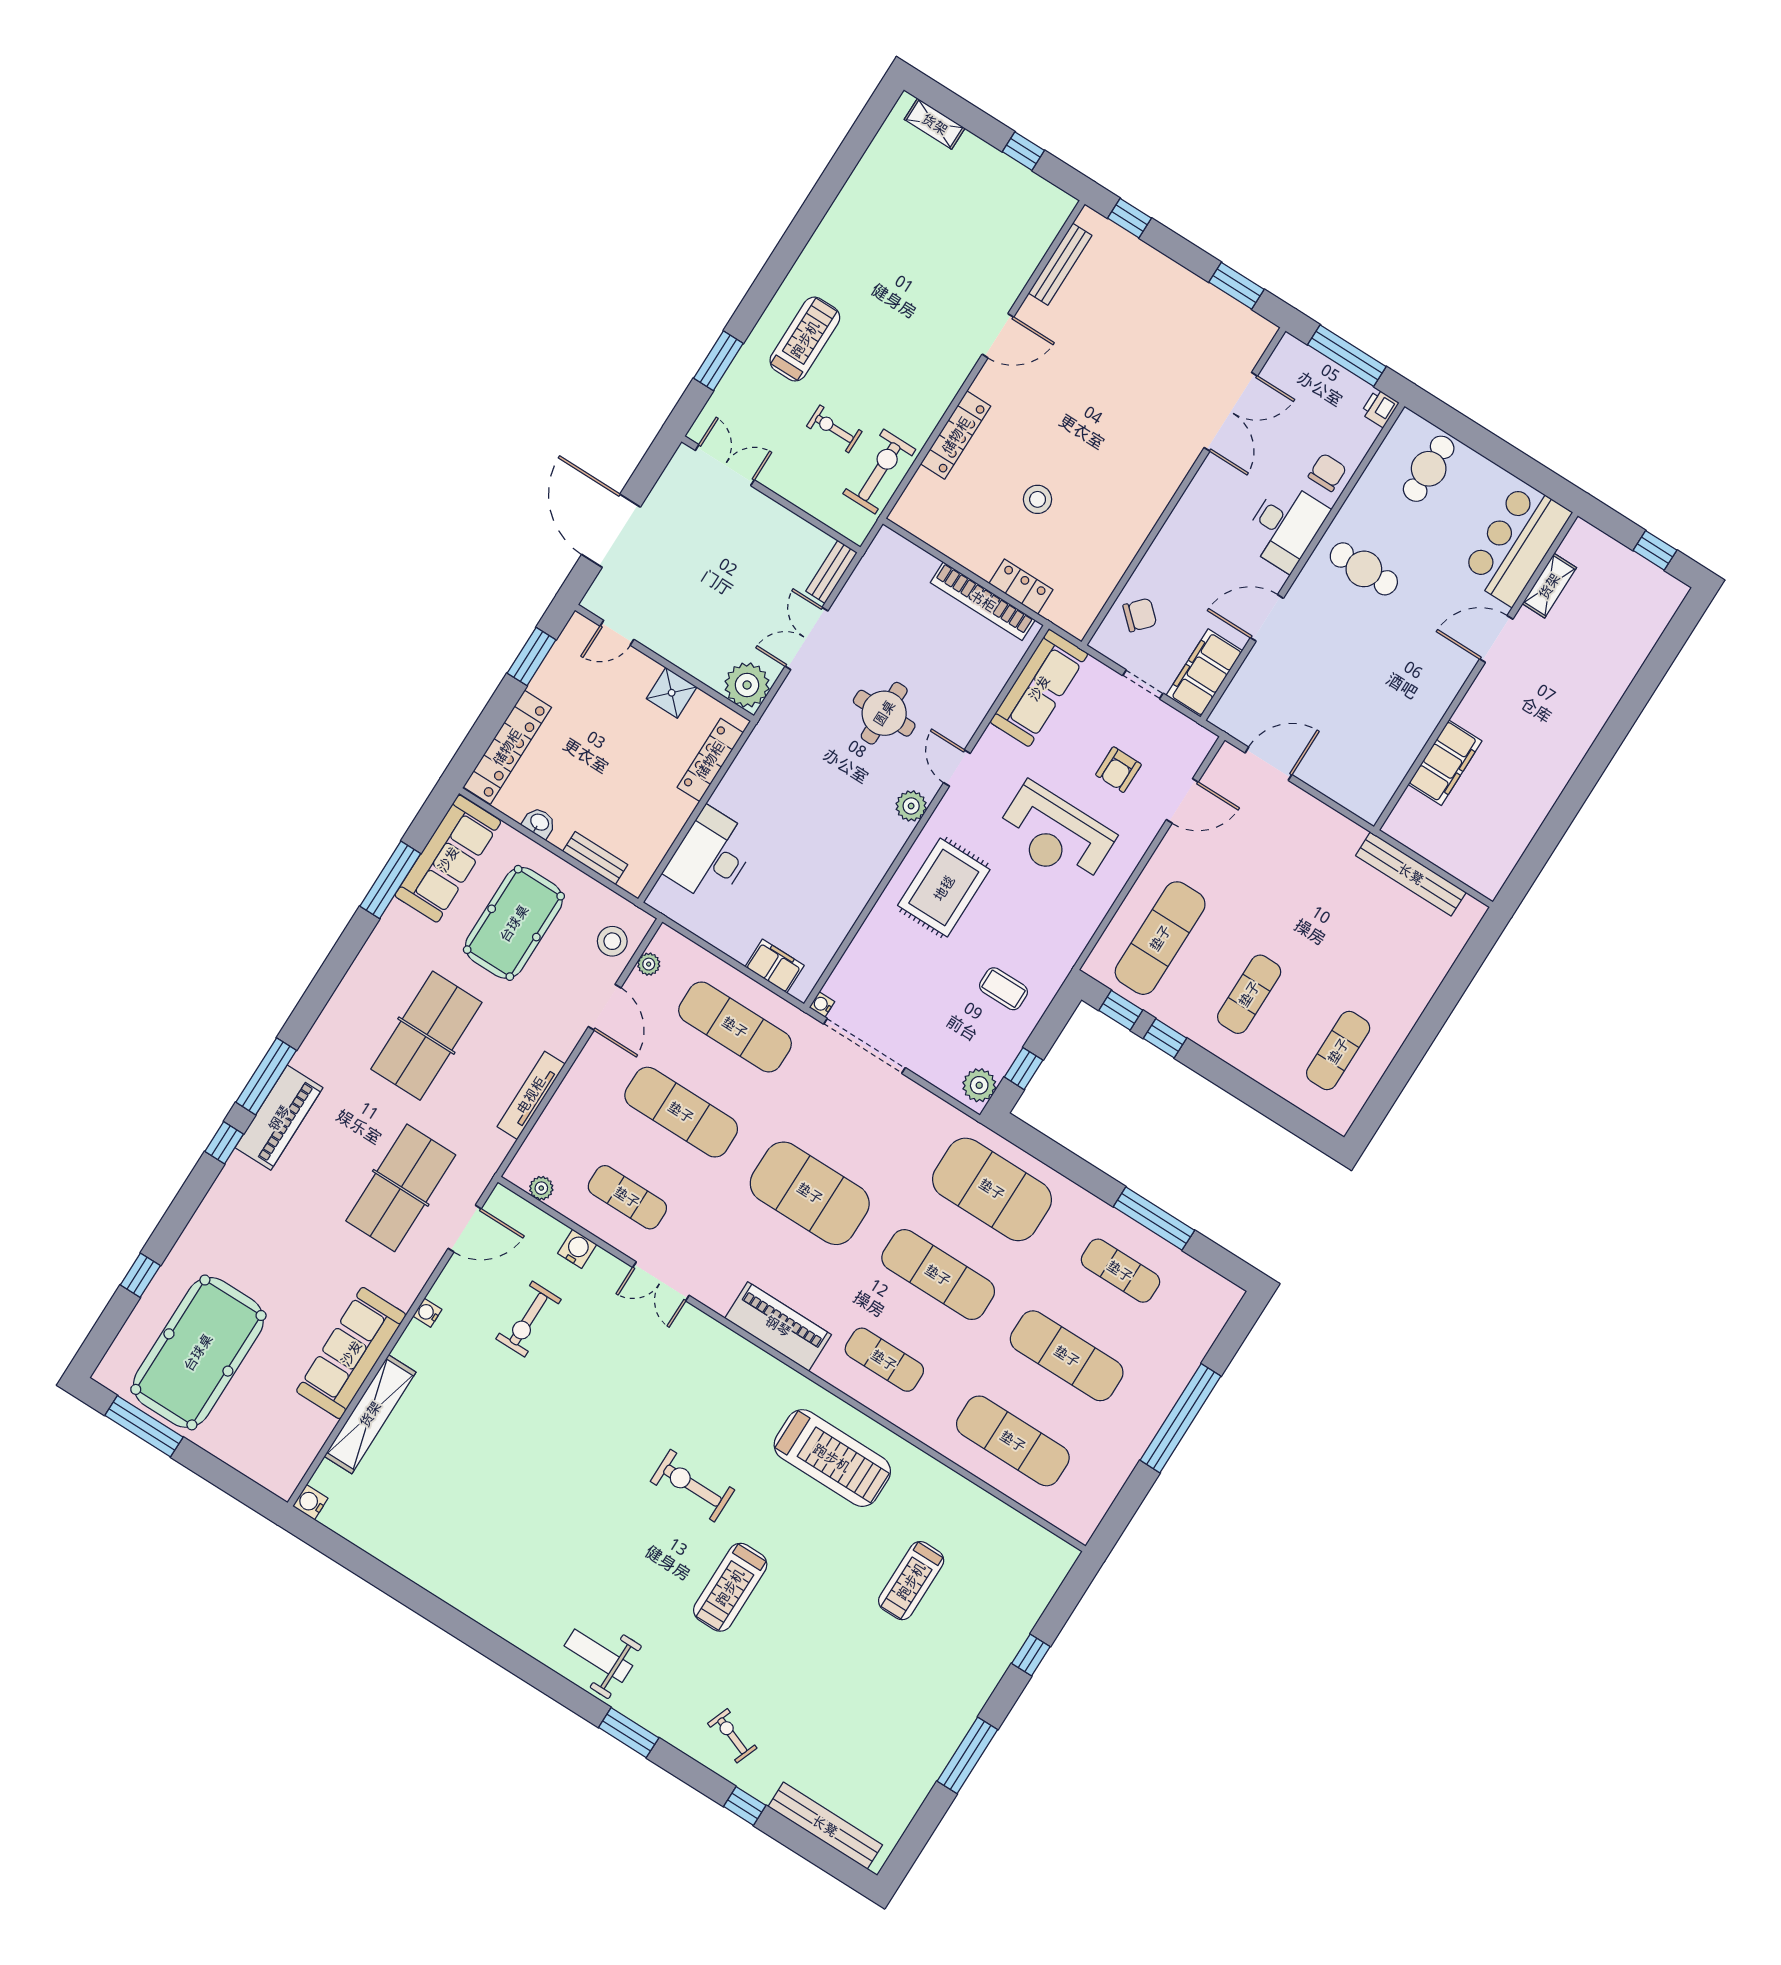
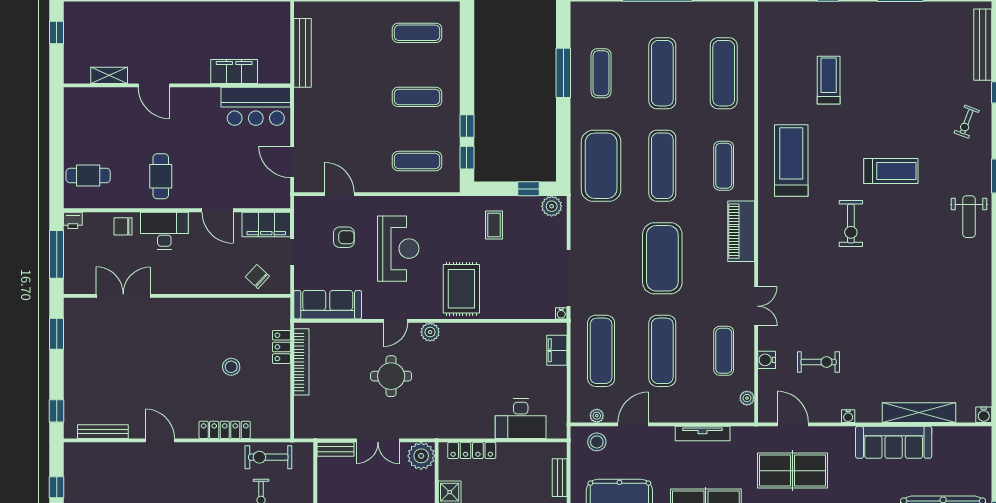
bar counter: (1516, 543) -> (256, 106), moved
rug: (944, 888) -> (461, 289), turned 90
exercise mat: (1160, 938) -> (417, 161), width x0.73, depth x0.69
treadmill: (911, 1581) -> (829, 80), turned -90

